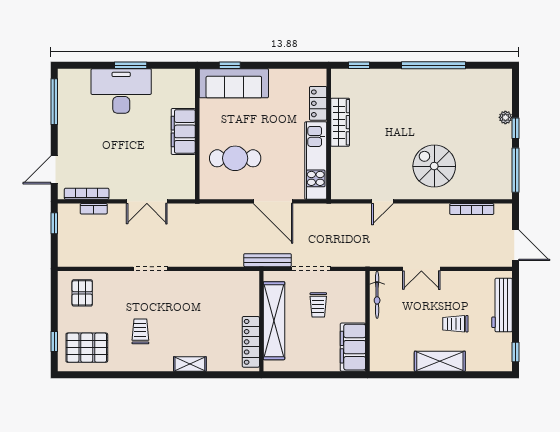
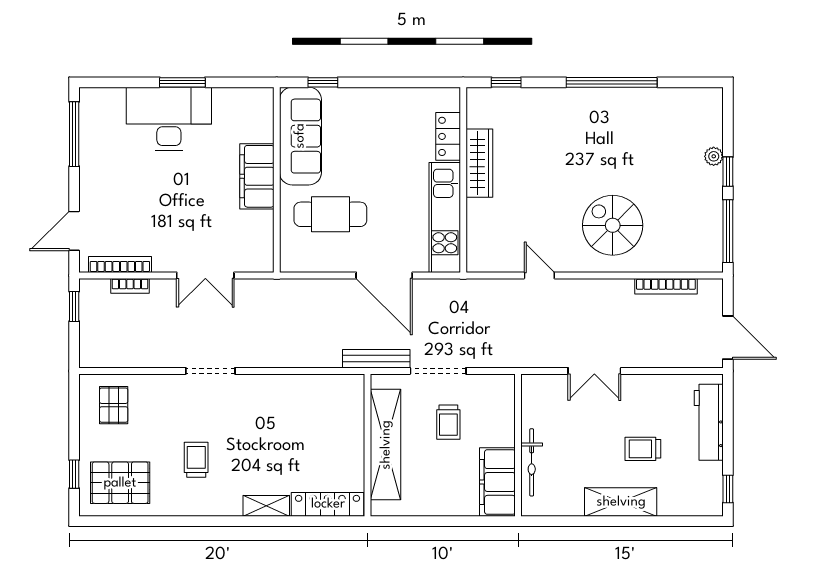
sofa: (234, 83) -> (300, 136), moved, turned -90
door: (382, 201) -> (539, 275), swing flipped
bicycle: (377, 295) -> (532, 462), moved
locker: (251, 342) -> (328, 504), moved, turned 90

